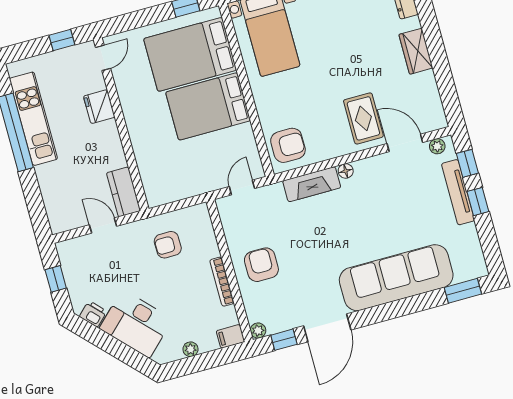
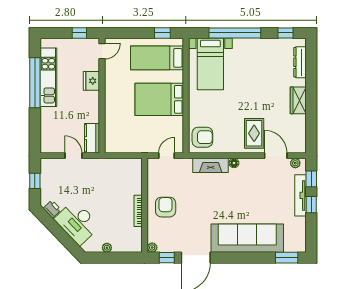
bed: (190, 54) -> (157, 58), width x0.67
armchair: (168, 245) -> (111, 179), removed
filing cabinet: (230, 336) -> (134, 246), removed

